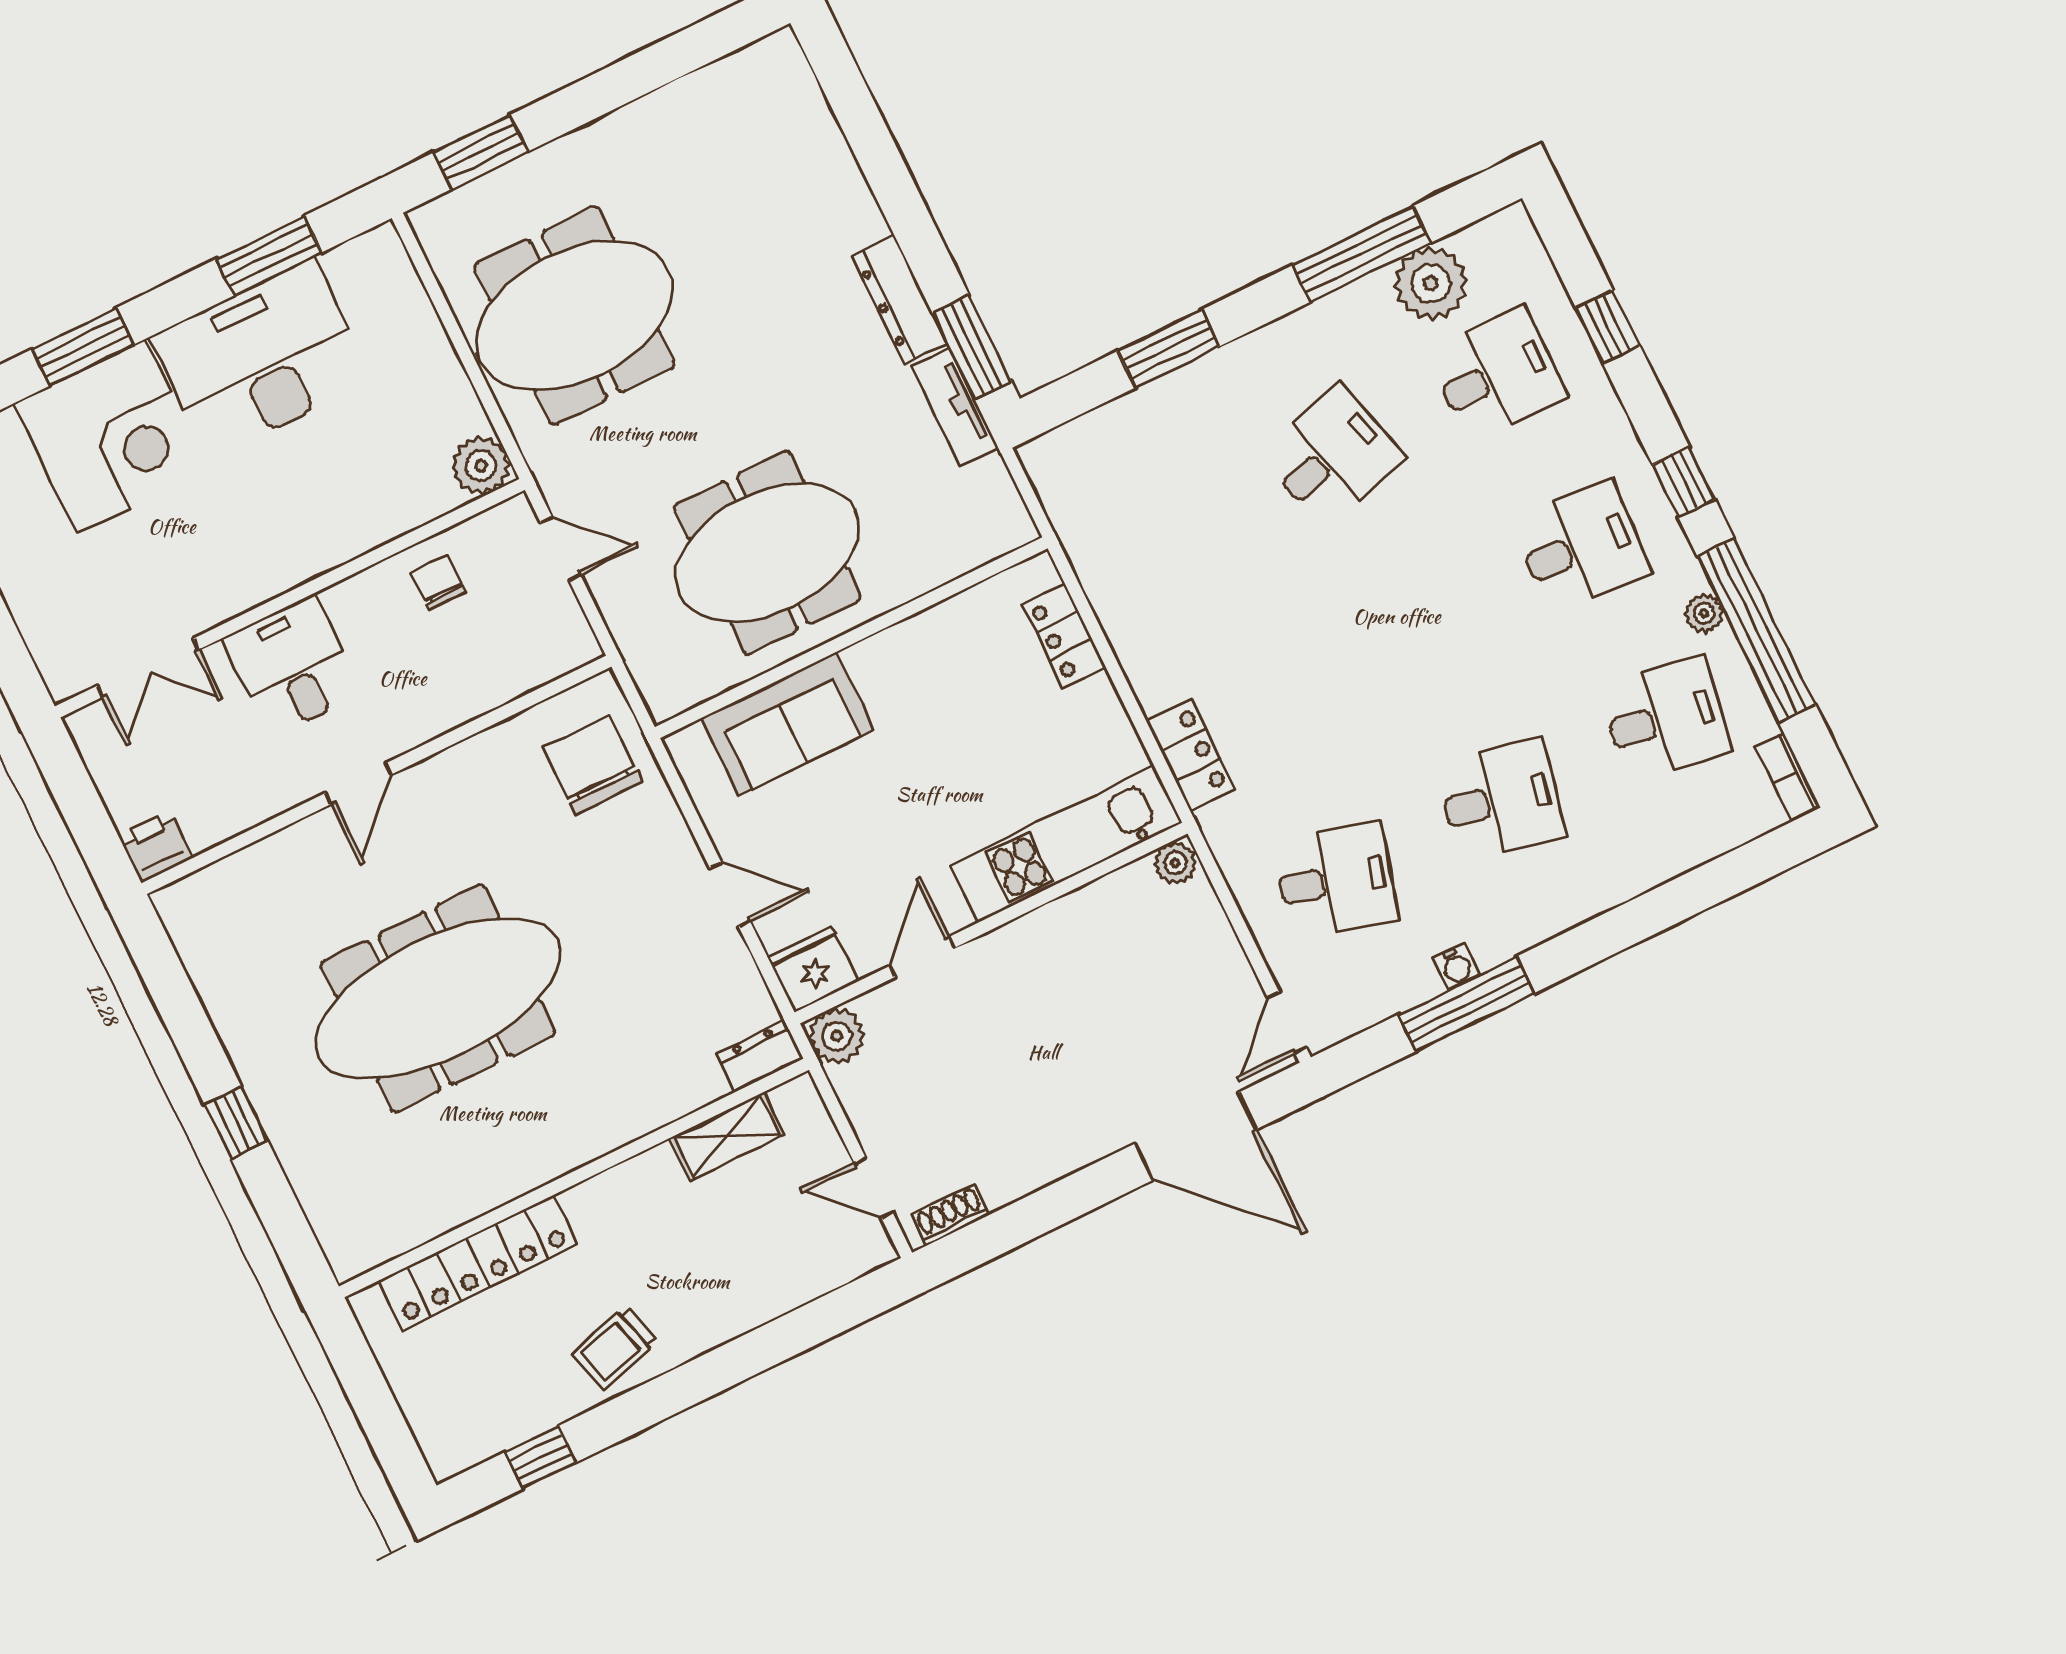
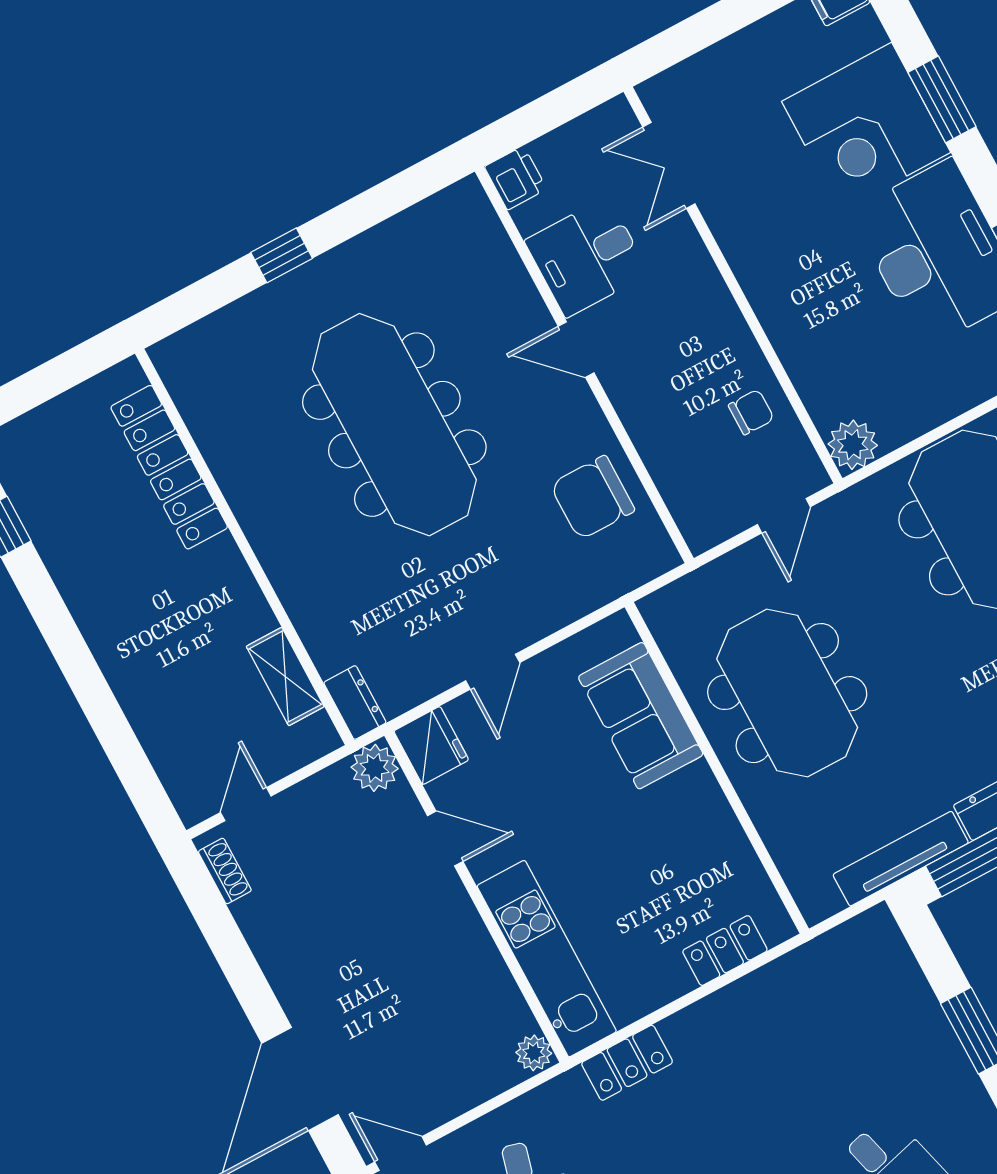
tv unit: (955, 407) -> (901, 859), width x1.41
desk: (292, 666) -> (587, 257), moved, turned 180
chair: (592, 765) -> (592, 498), moved, turned 180
trolley: (614, 1348) -> (100, 587), removed

